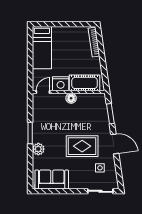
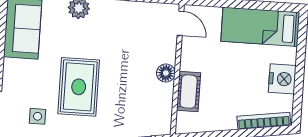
cot: (85, 83) -> (189, 92), width x0.73, depth x0.75
nightstand: (61, 84) -> (282, 79), moved, turned 180

